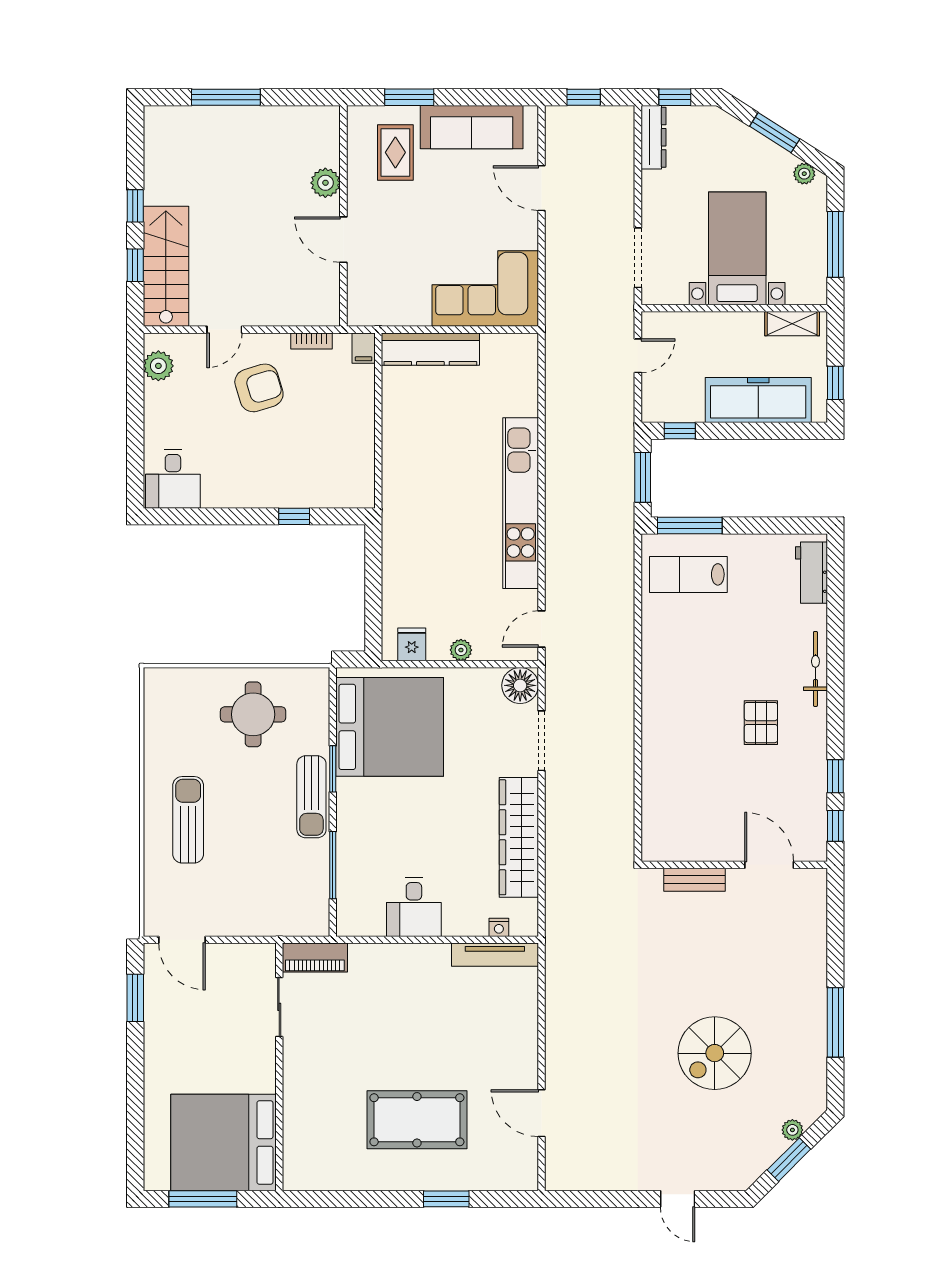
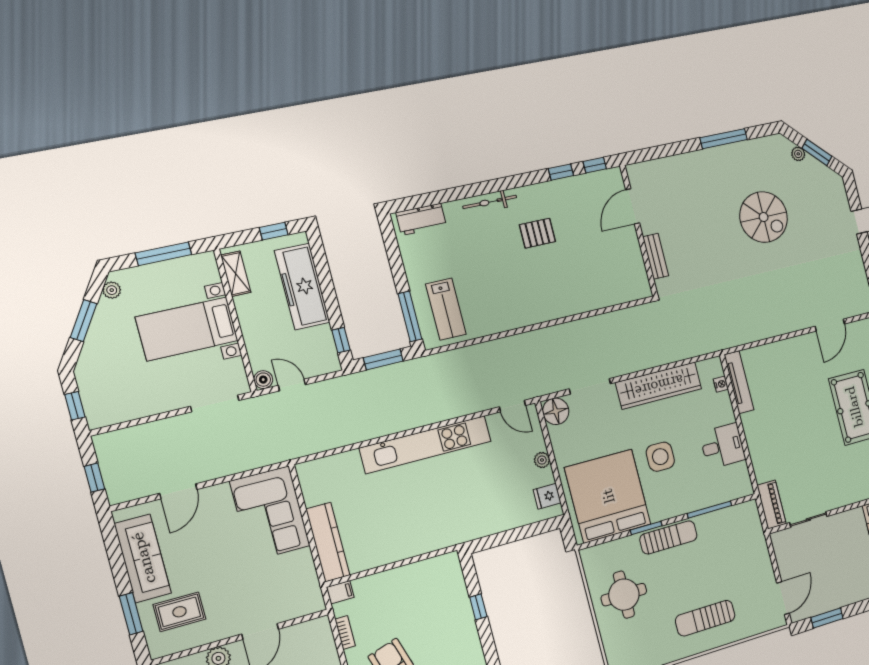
dresser: (654, 137) -> (113, 415), removed
boiler: (653, 323) -> (263, 380), added
side table: (423, 814) -> (660, 457), added

